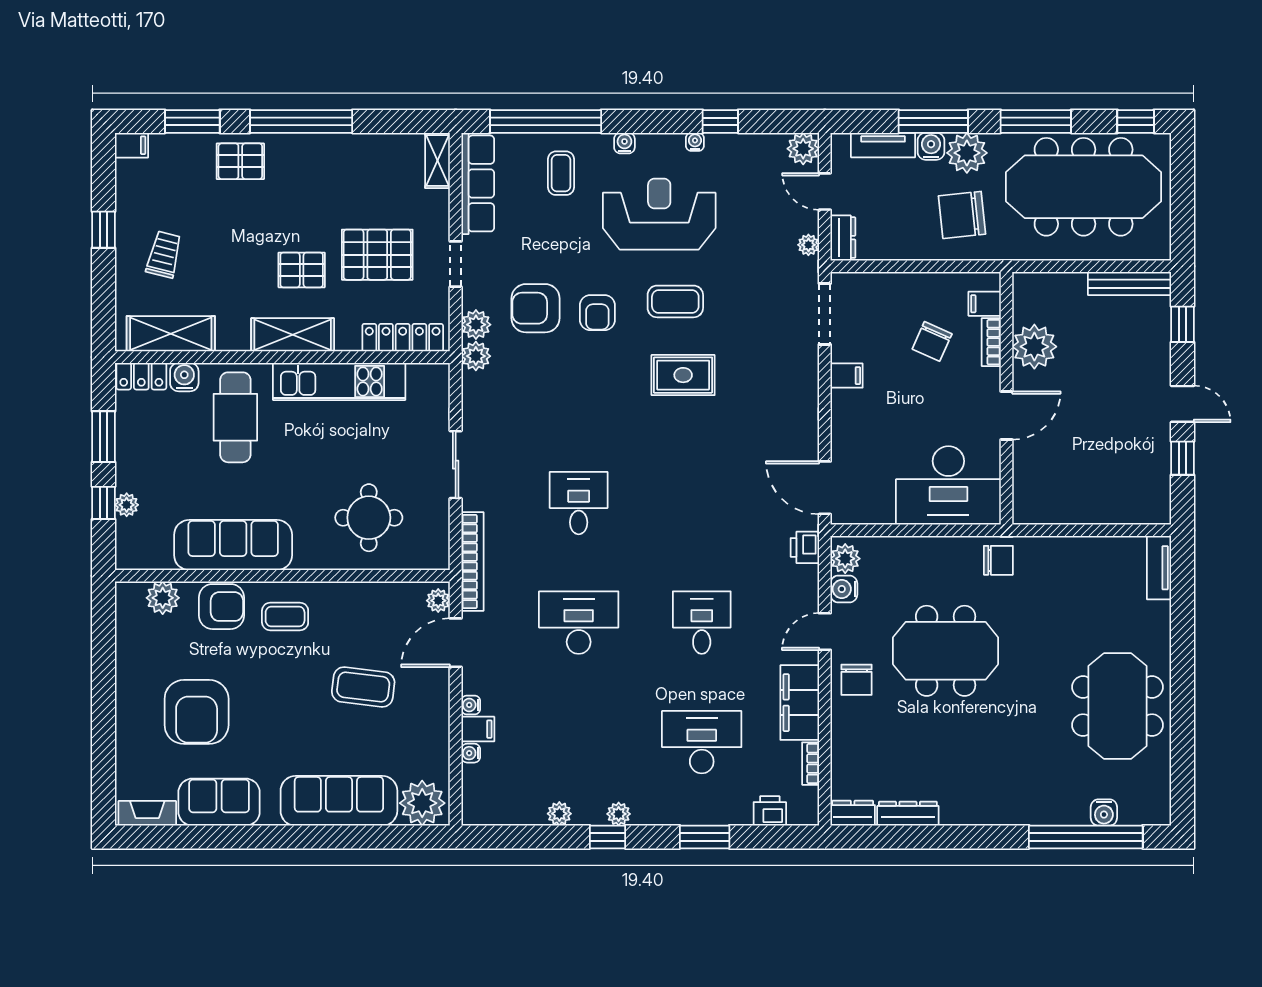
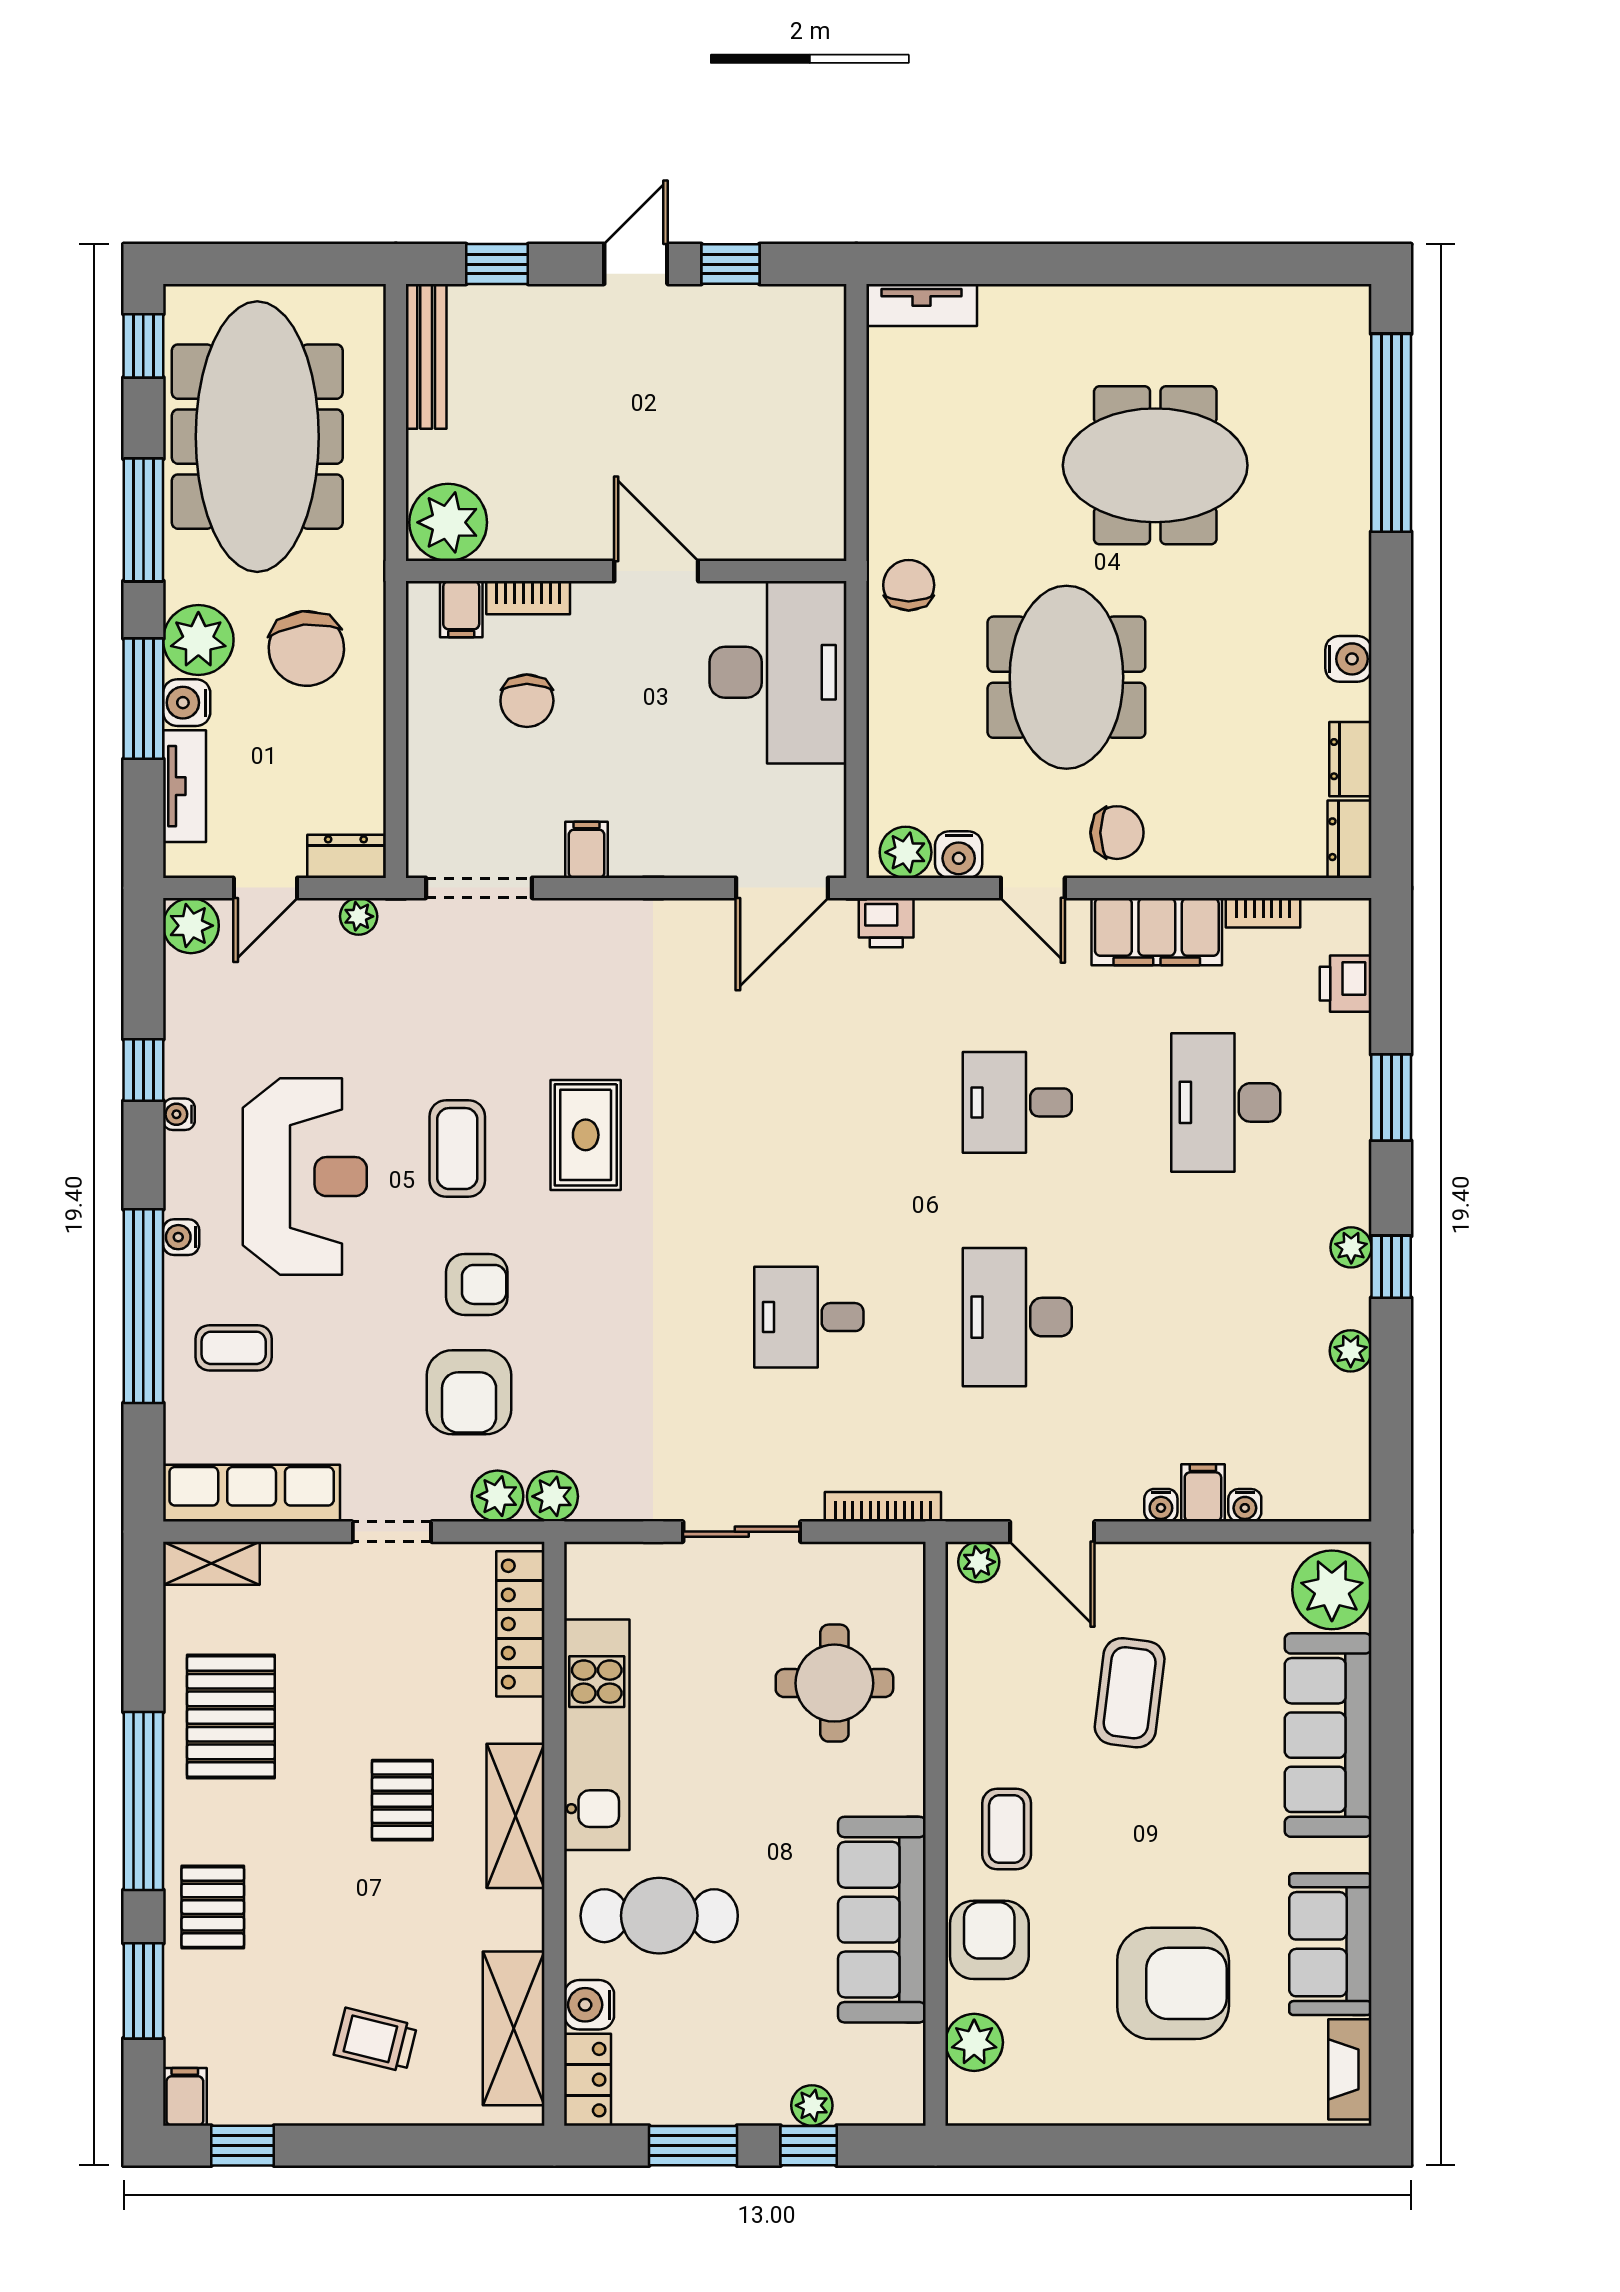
window: (546, 121) -> (143, 1306), moved
reception desk: (659, 214) -> (305, 1177), turned 180
window: (104, 230) -> (243, 2146), moved
pallet: (377, 255) -> (231, 1717), moved
chair: (932, 341) -> (527, 701), turned 66
plant: (1034, 347) -> (448, 522), moved
bookcase: (472, 562) -> (883, 1507), width x0.68, depth x0.76
meeting table: (1118, 706) -> (1155, 465), moved
water cooler: (1104, 812) -> (1348, 659), moved
dresser: (908, 814) -> (1350, 759), width x0.70

